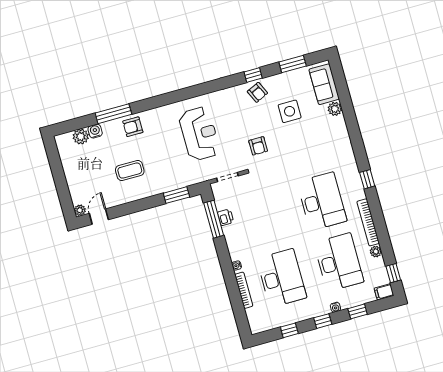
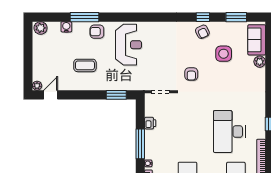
reception desk: (199, 134) -> (129, 45), moved
plant: (81, 137) -> (41, 28), moved
desk: (322, 201) -> (229, 132), turned 180
window: (214, 219) -> (140, 144), moved

